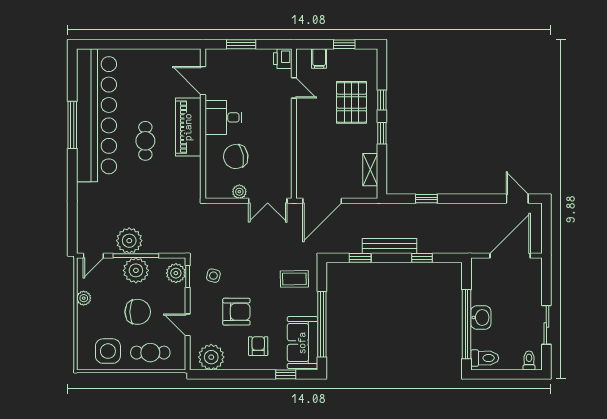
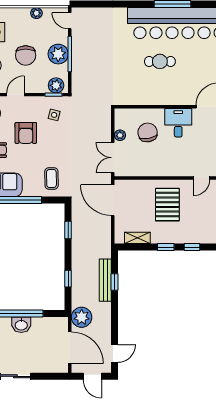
pallet: (351, 102) -> (167, 205), moved, turned 90
piano: (188, 127) -> (171, 95), removed
door: (546, 227) -> (92, 376), added
plant: (129, 241) -> (82, 317), moved
bench: (389, 246) -> (105, 280), moved

